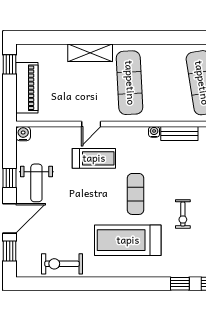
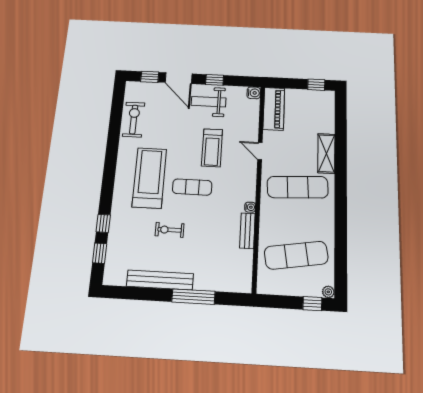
piano: (27, 88) -> (274, 109), moved, turned -90
treadmill: (94, 158) -> (212, 148), moved

